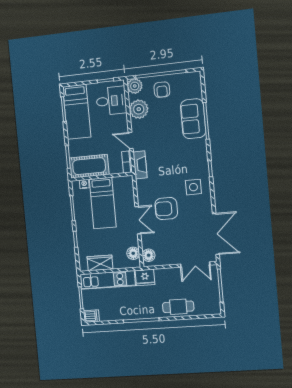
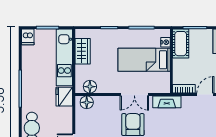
fireplace: (140, 165) -> (167, 102), moved
cot: (89, 166) -> (181, 44), width x0.73, depth x0.75
double door: (138, 220) -> (134, 95), moved

